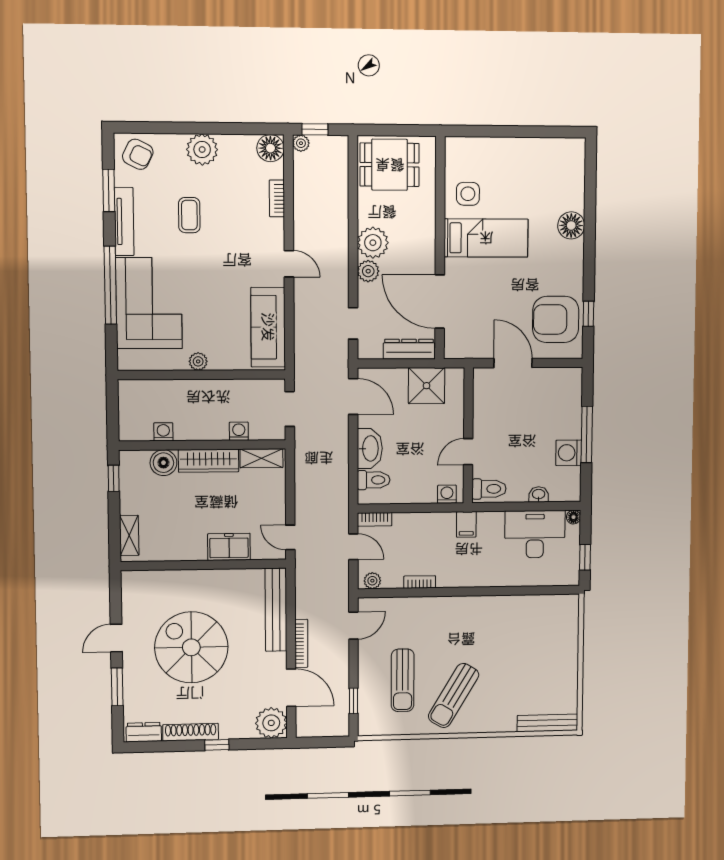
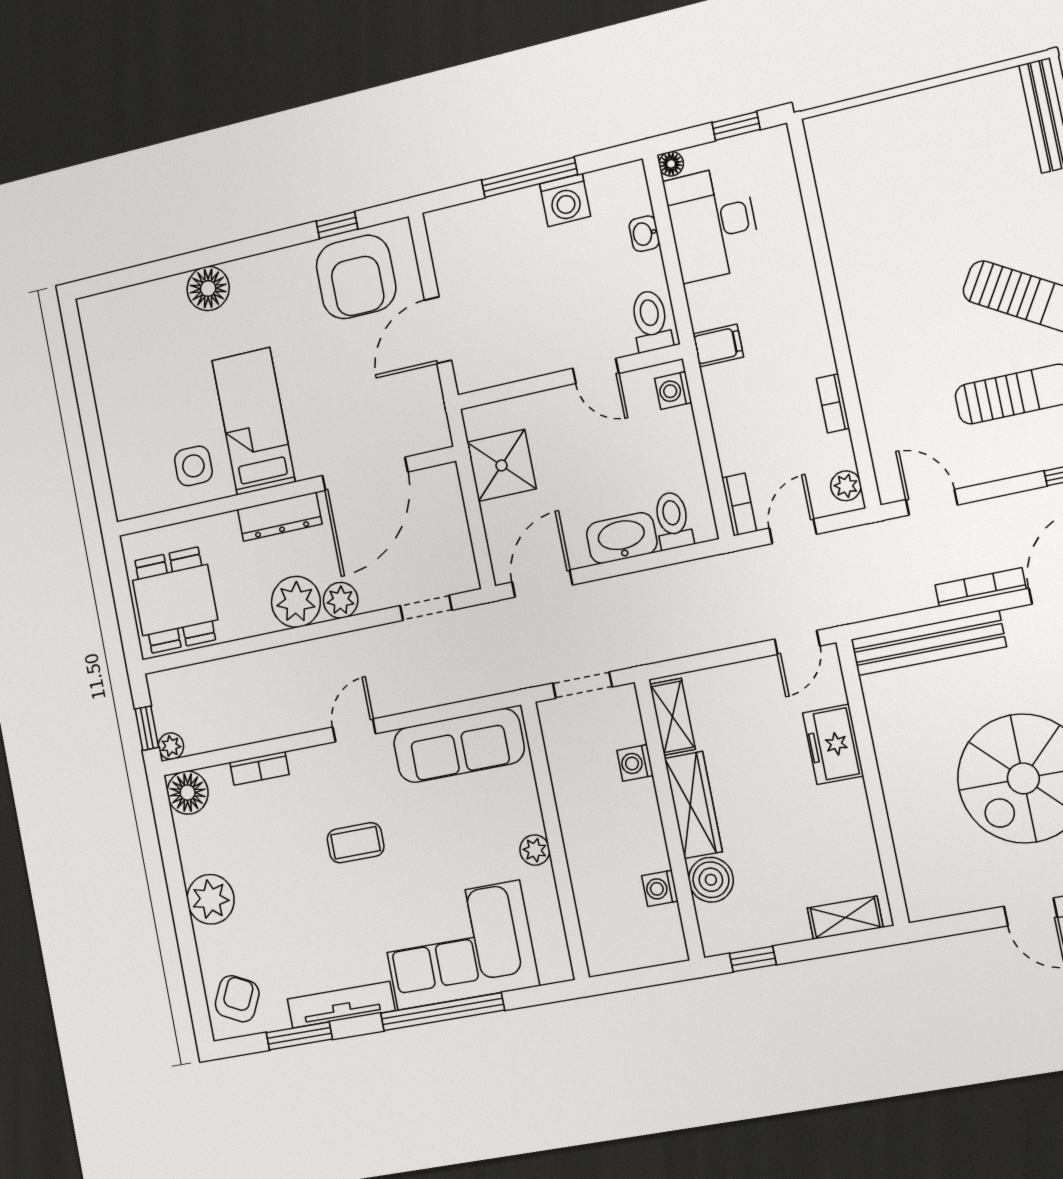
coffee table: (189, 215) -> (356, 843), moved
dresser: (409, 349) -> (280, 517), moved, turned -90

